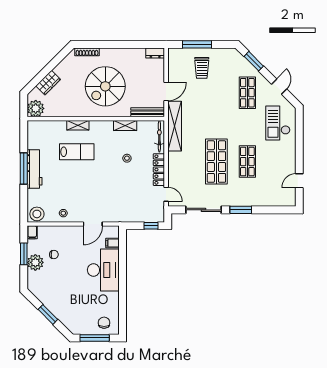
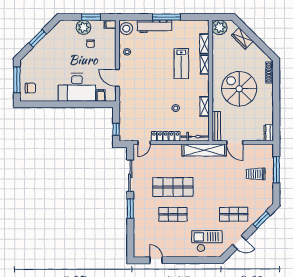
shelving: (54, 126) -> (204, 44), added
workbench: (34, 169) -> (155, 26), moved

